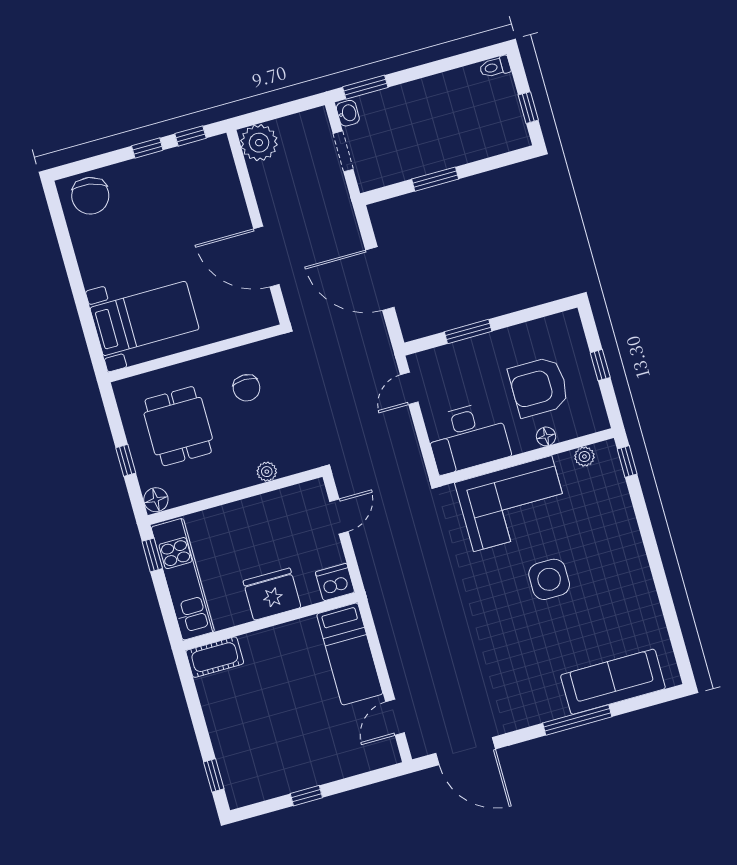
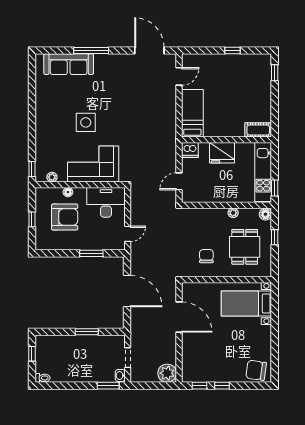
chair: (90, 196) -> (256, 370), turned -92
plant: (267, 472) -> (233, 213), moved

